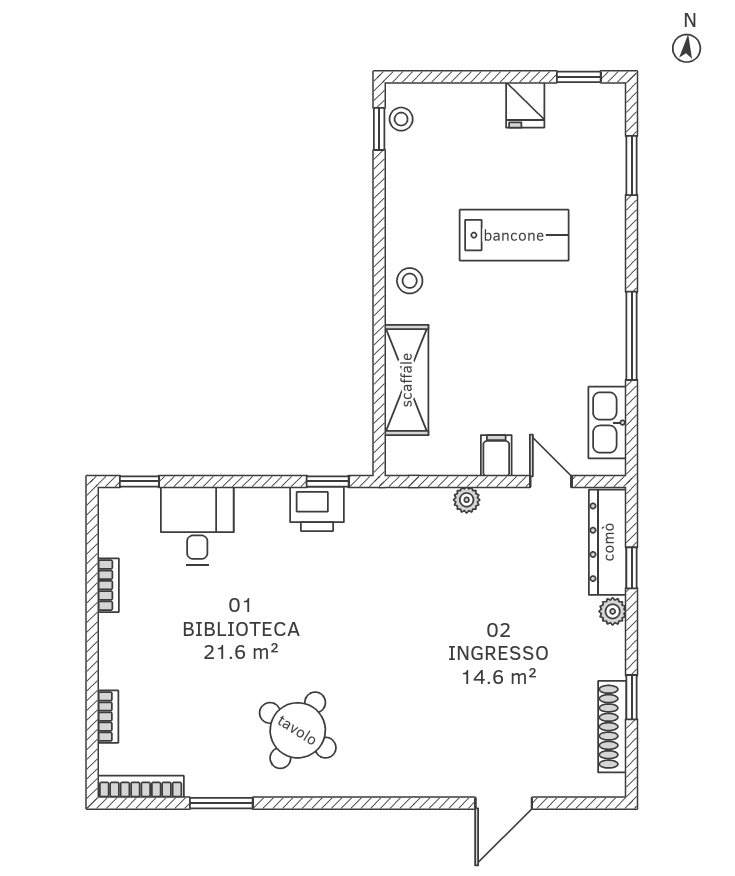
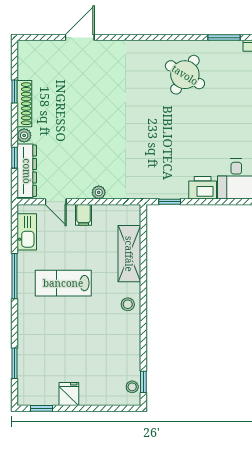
lab bench: (514, 235) -> (63, 283), moved
printer: (317, 509) -> (203, 188), moved
shoe rack: (612, 727) -> (24, 104), moved

